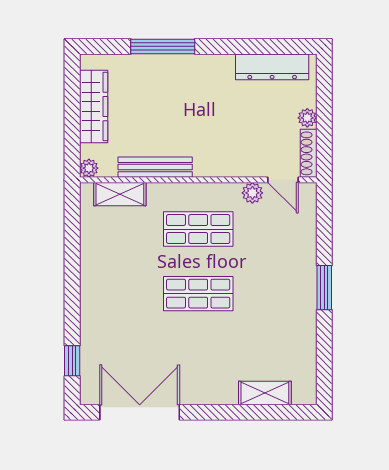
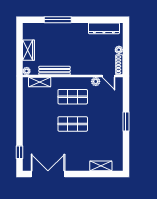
wardrobe: (94, 106) -> (29, 50), width x0.67

